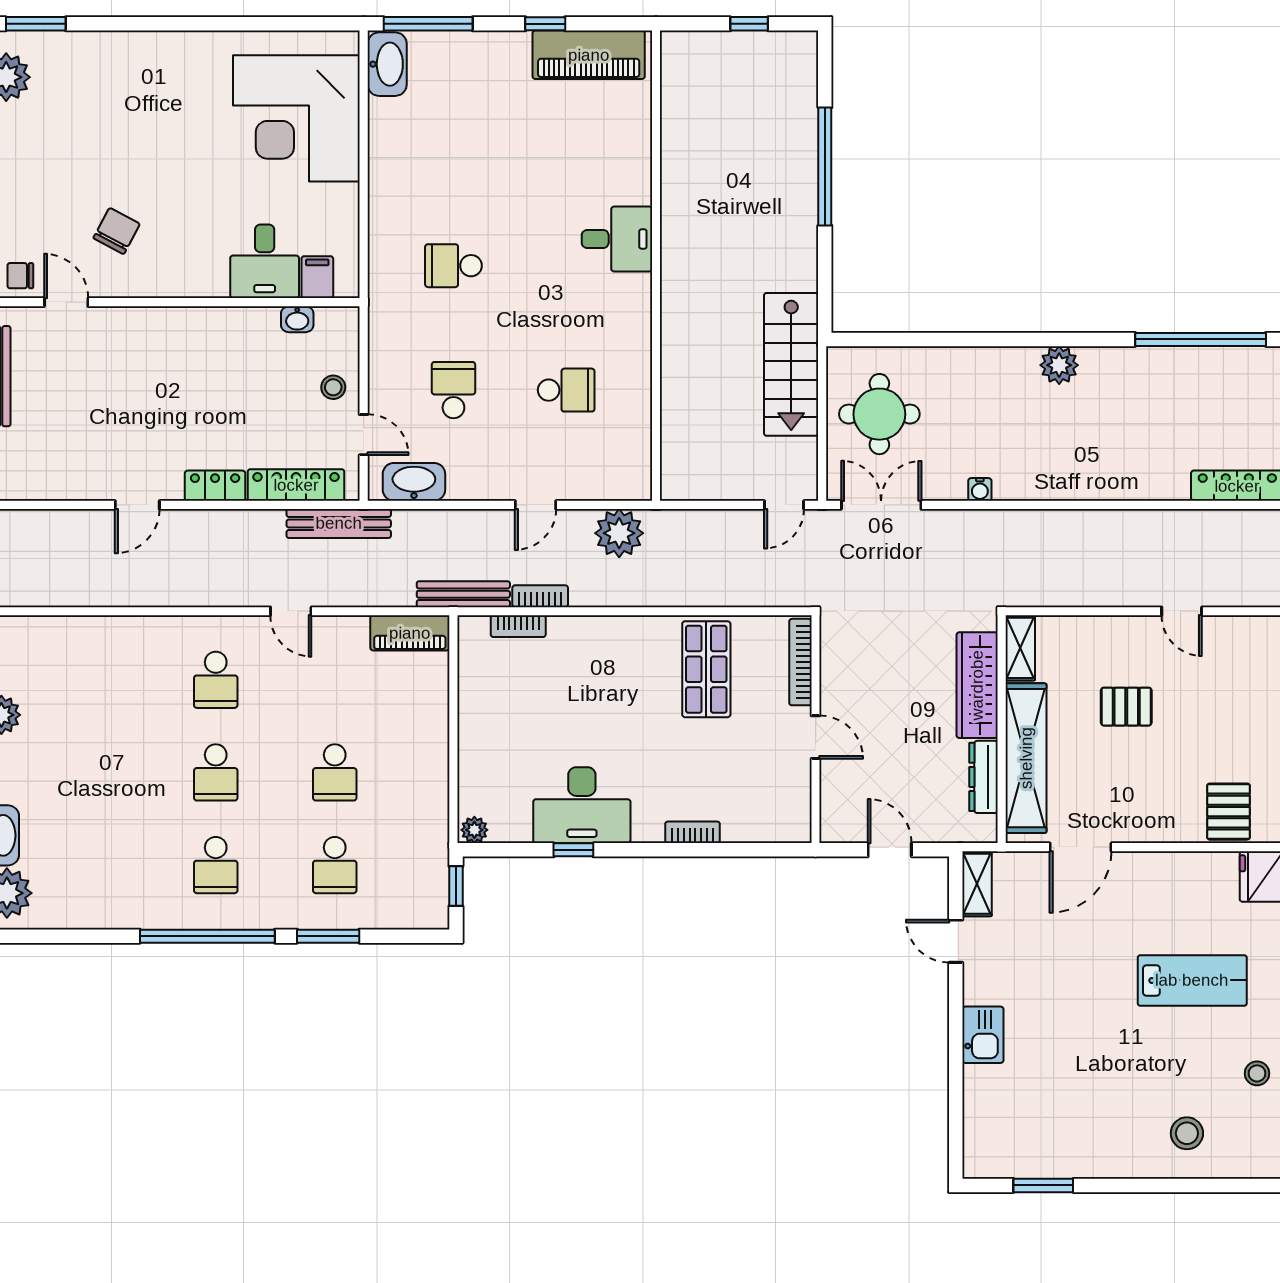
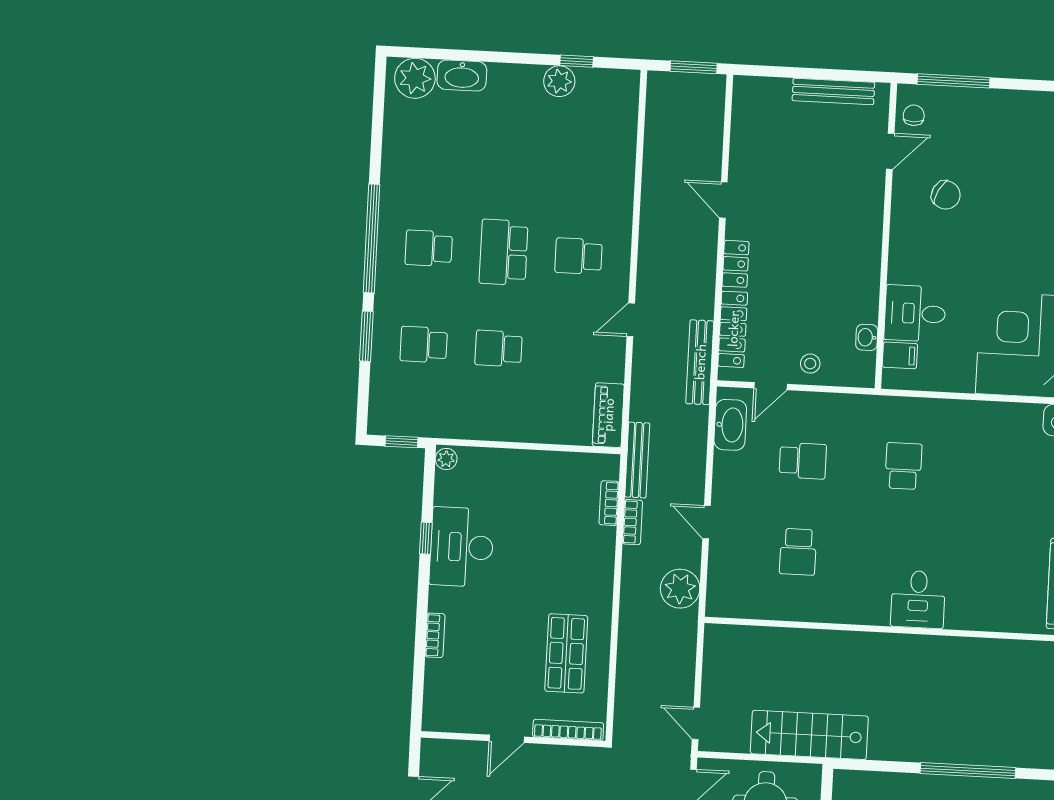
shop shelf: (706, 669) -> (566, 653), turned 90
school desk: (216, 772) -> (504, 252), width x1.85

